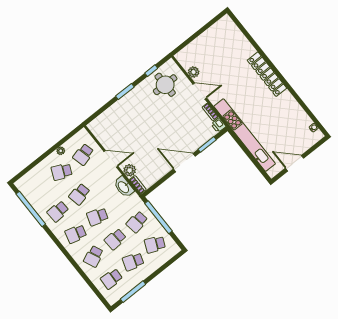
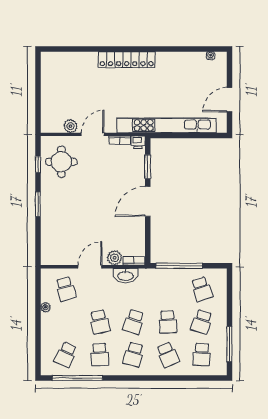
school desk: (62, 172) -> (66, 355), moved
school desk: (137, 222) -> (168, 289), removed
school desk: (155, 244) -> (202, 289), turned -42

